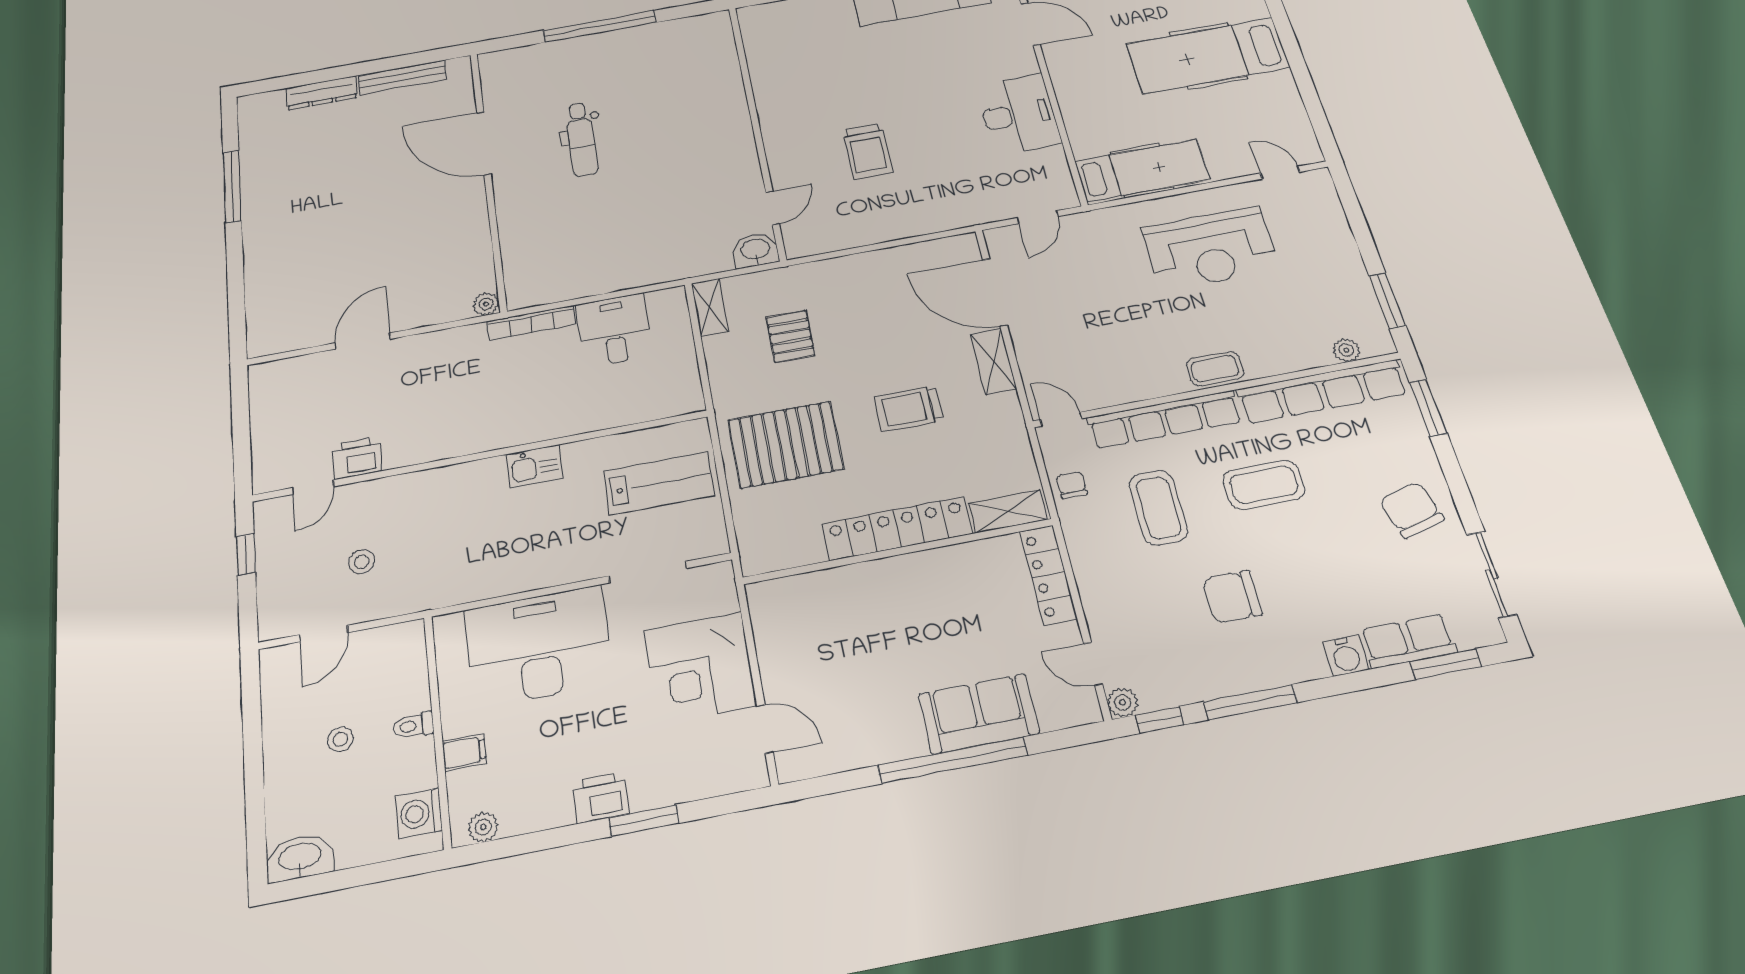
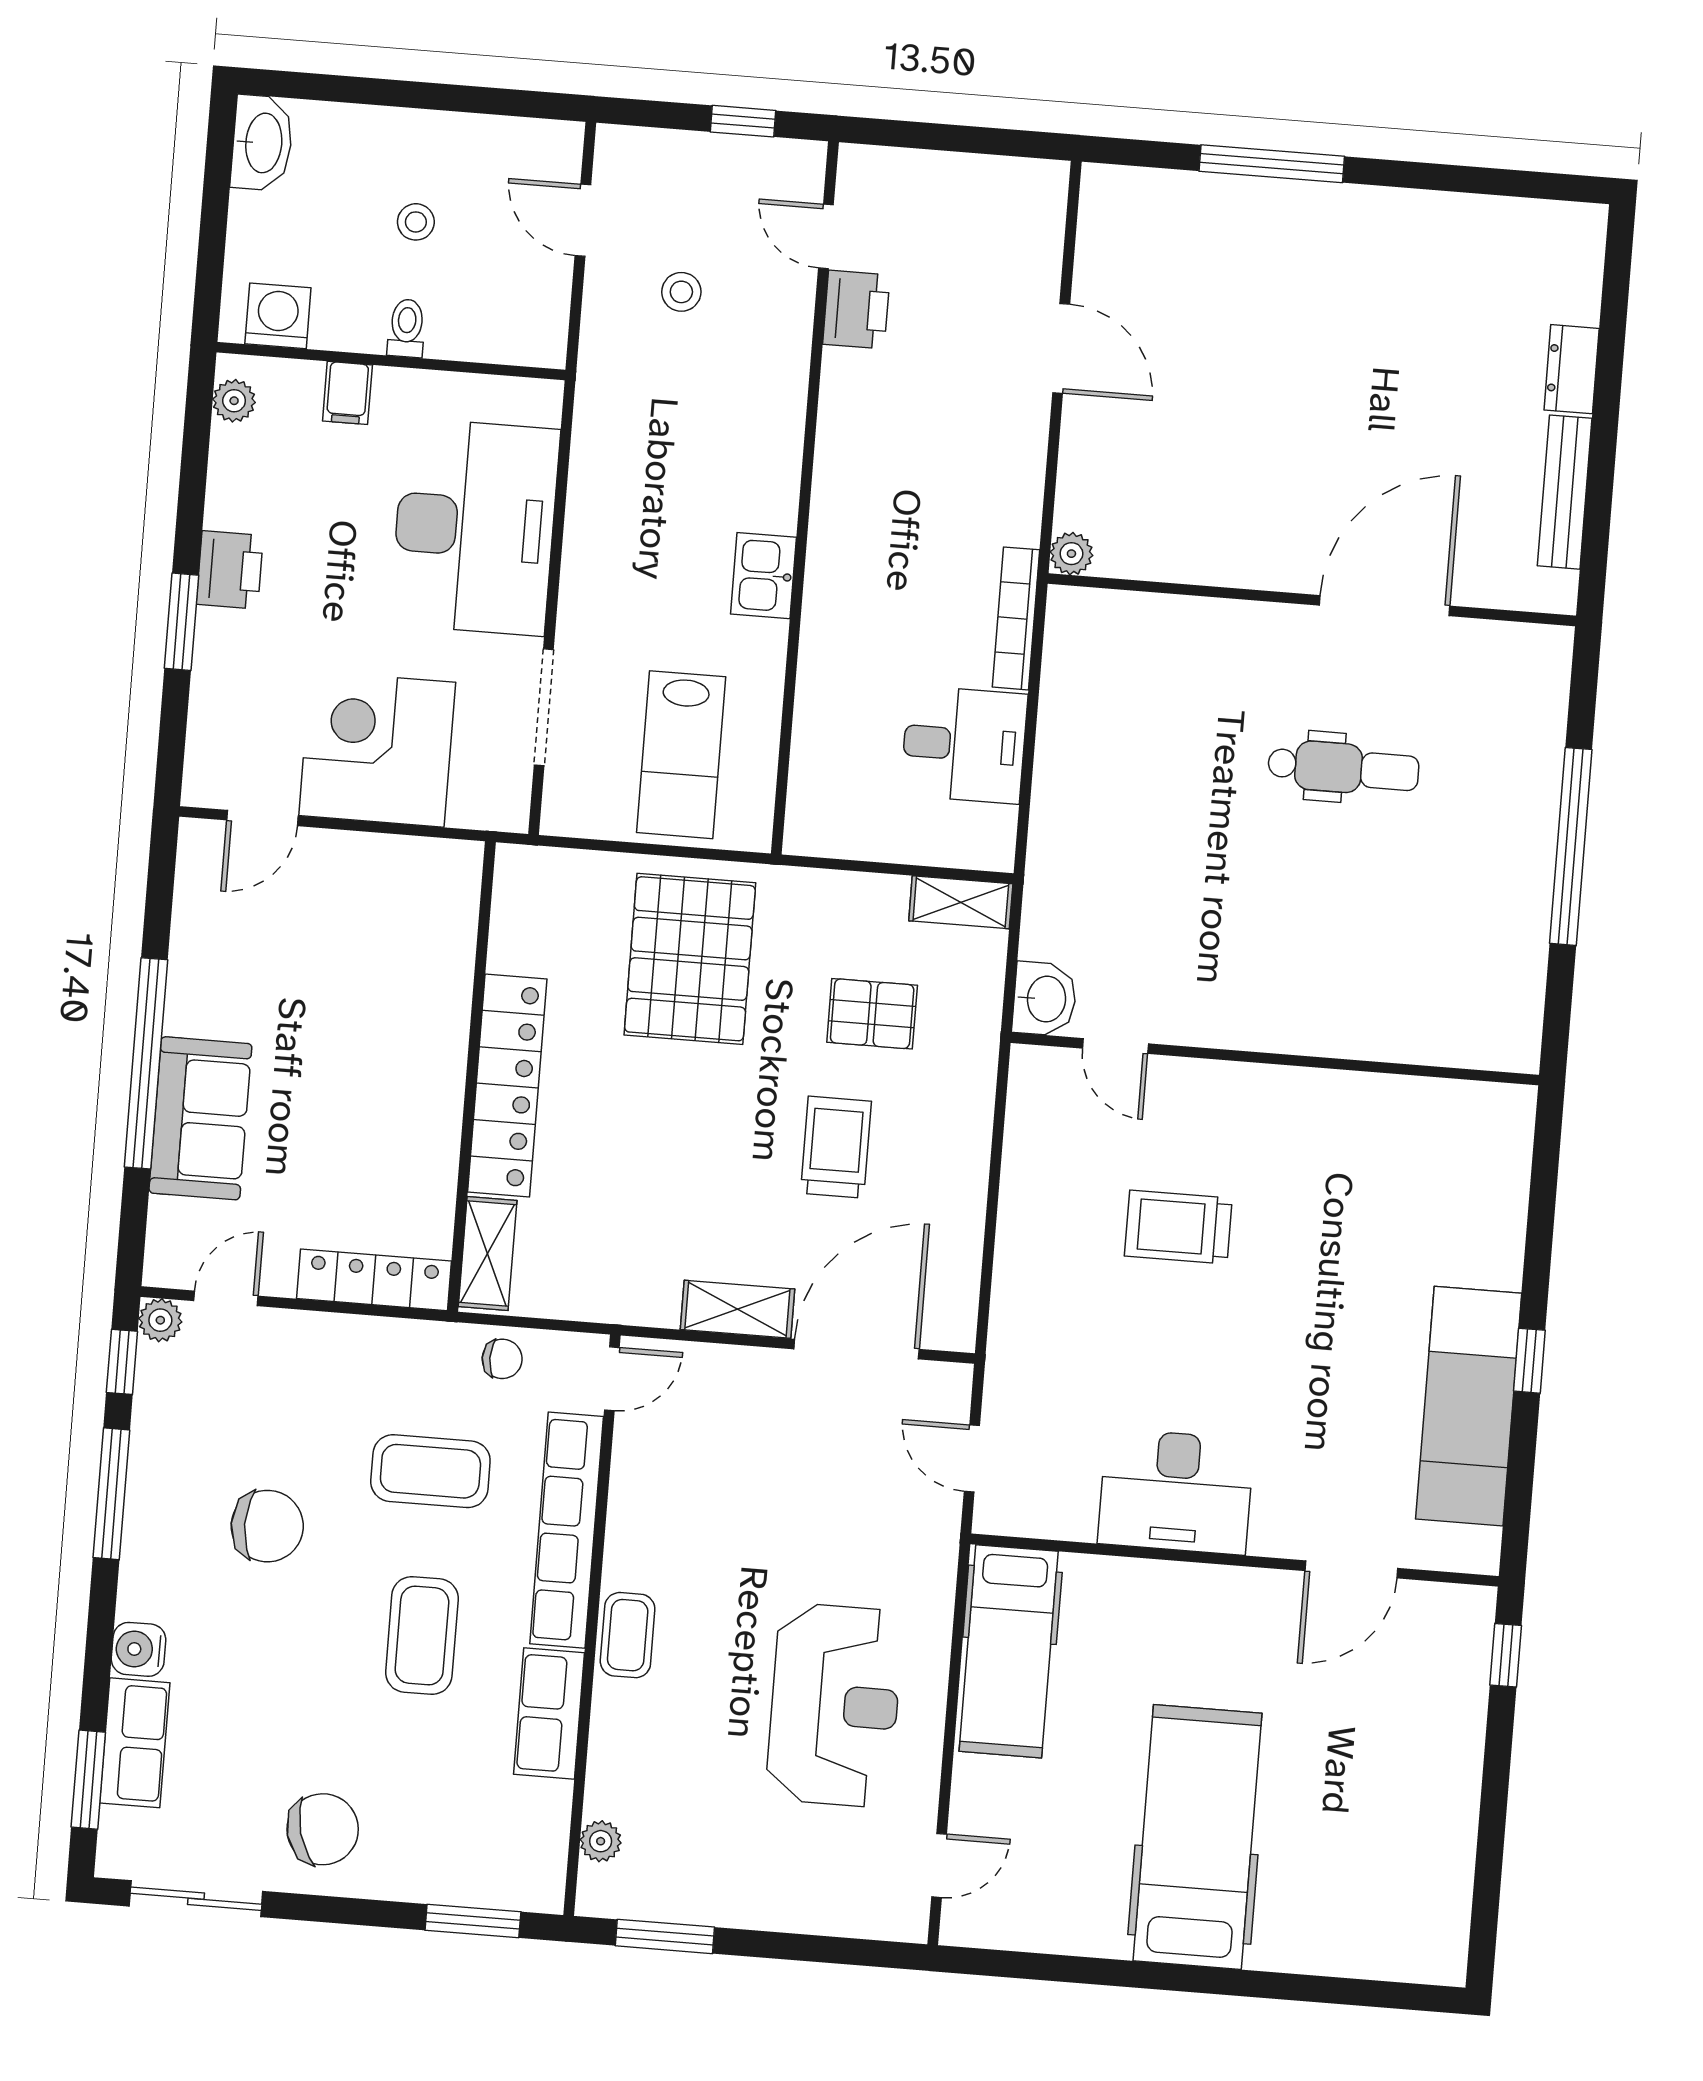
dresser: (322, 93) -> (1572, 369), width x0.70
dental chair: (582, 139) -> (1343, 768), turned 180
window: (232, 186) -> (1272, 164), moved
reception desk: (1210, 249) -> (835, 1705), turned 180
row of seats: (1322, 392) -> (549, 1714), width x0.50
trolley: (908, 409) -> (836, 1147), moved
chair: (1232, 597) -> (267, 1526), turned 90

